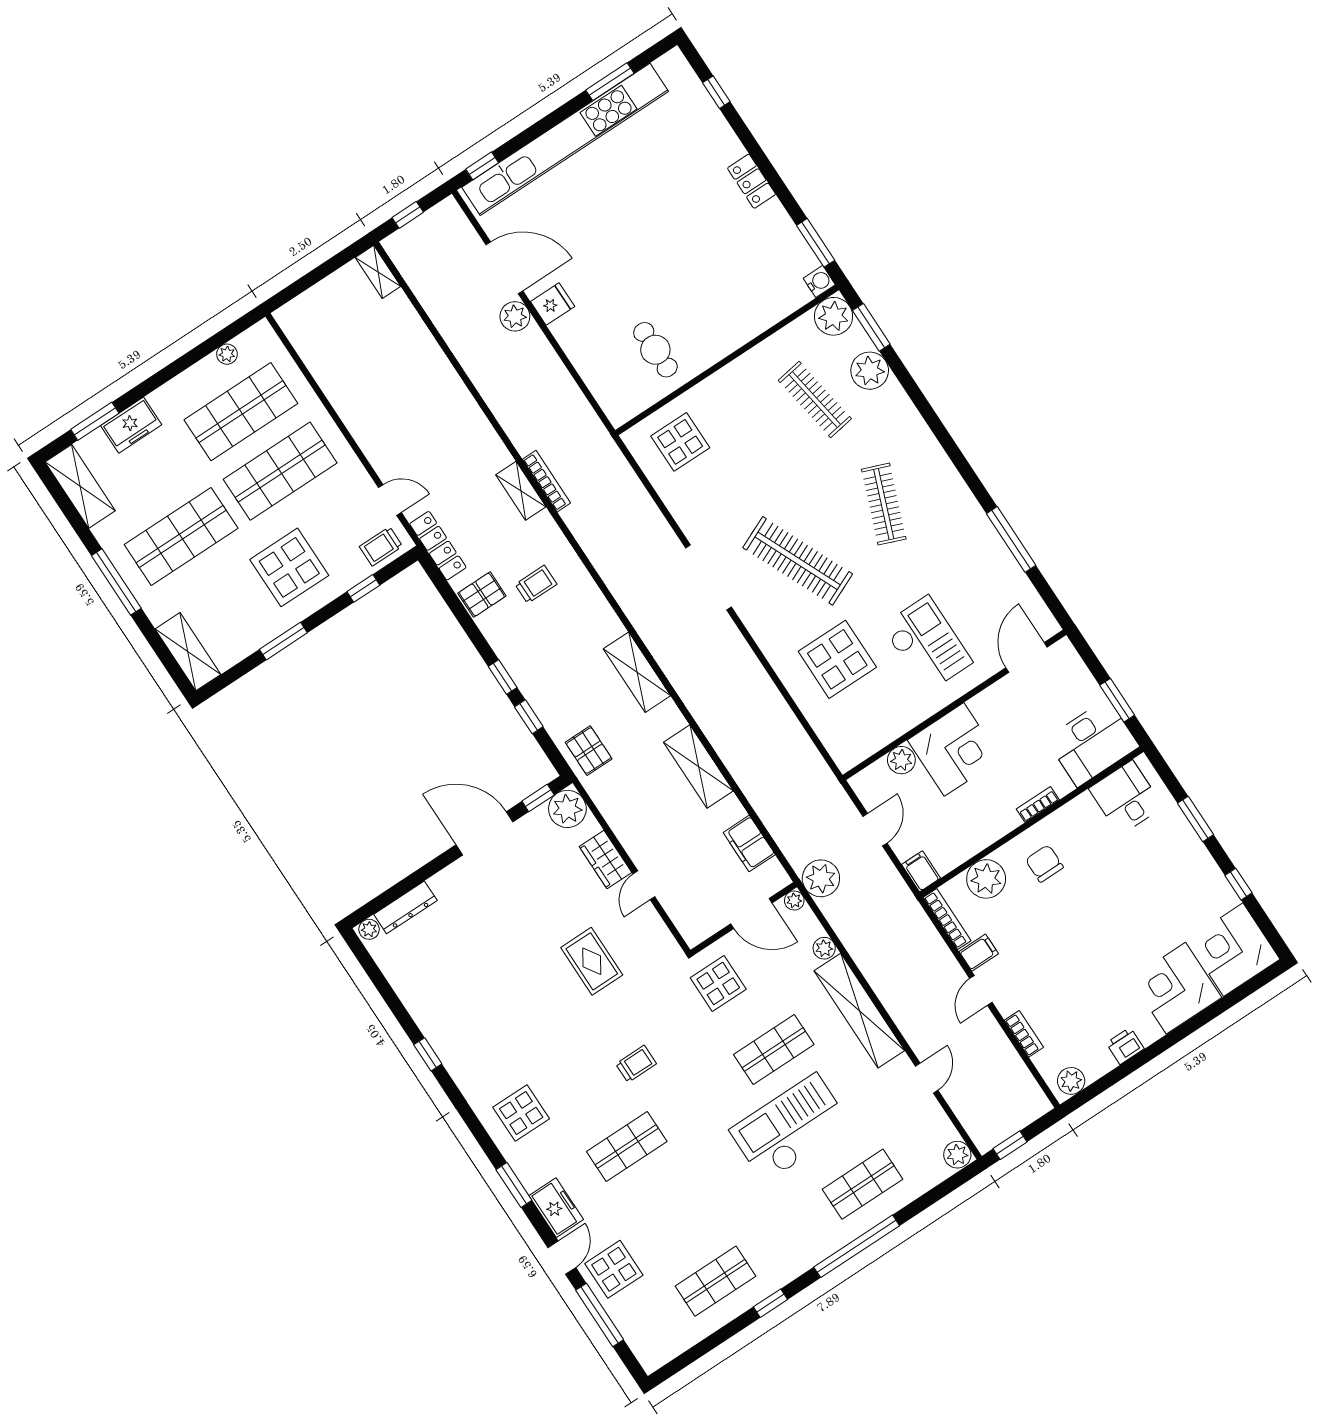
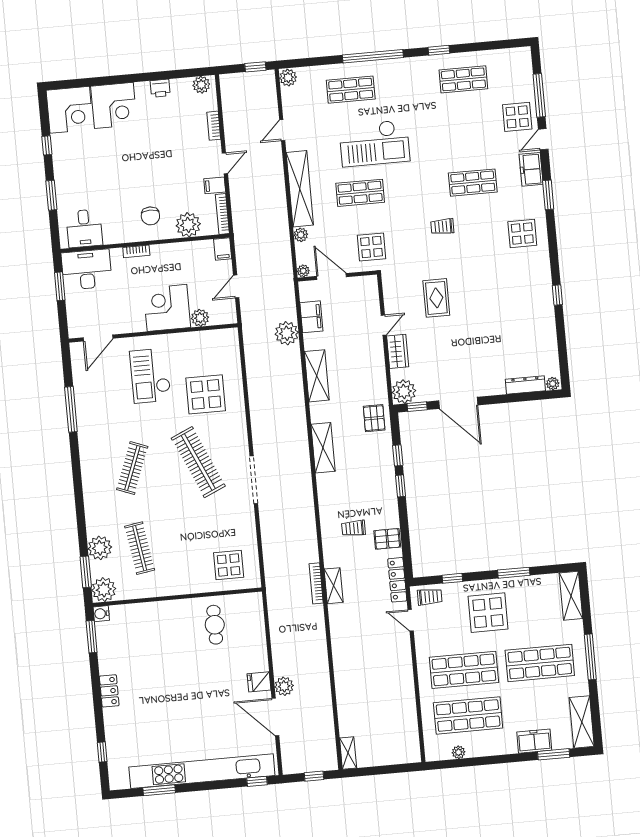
plant: (821, 878) -> (287, 333), moved

